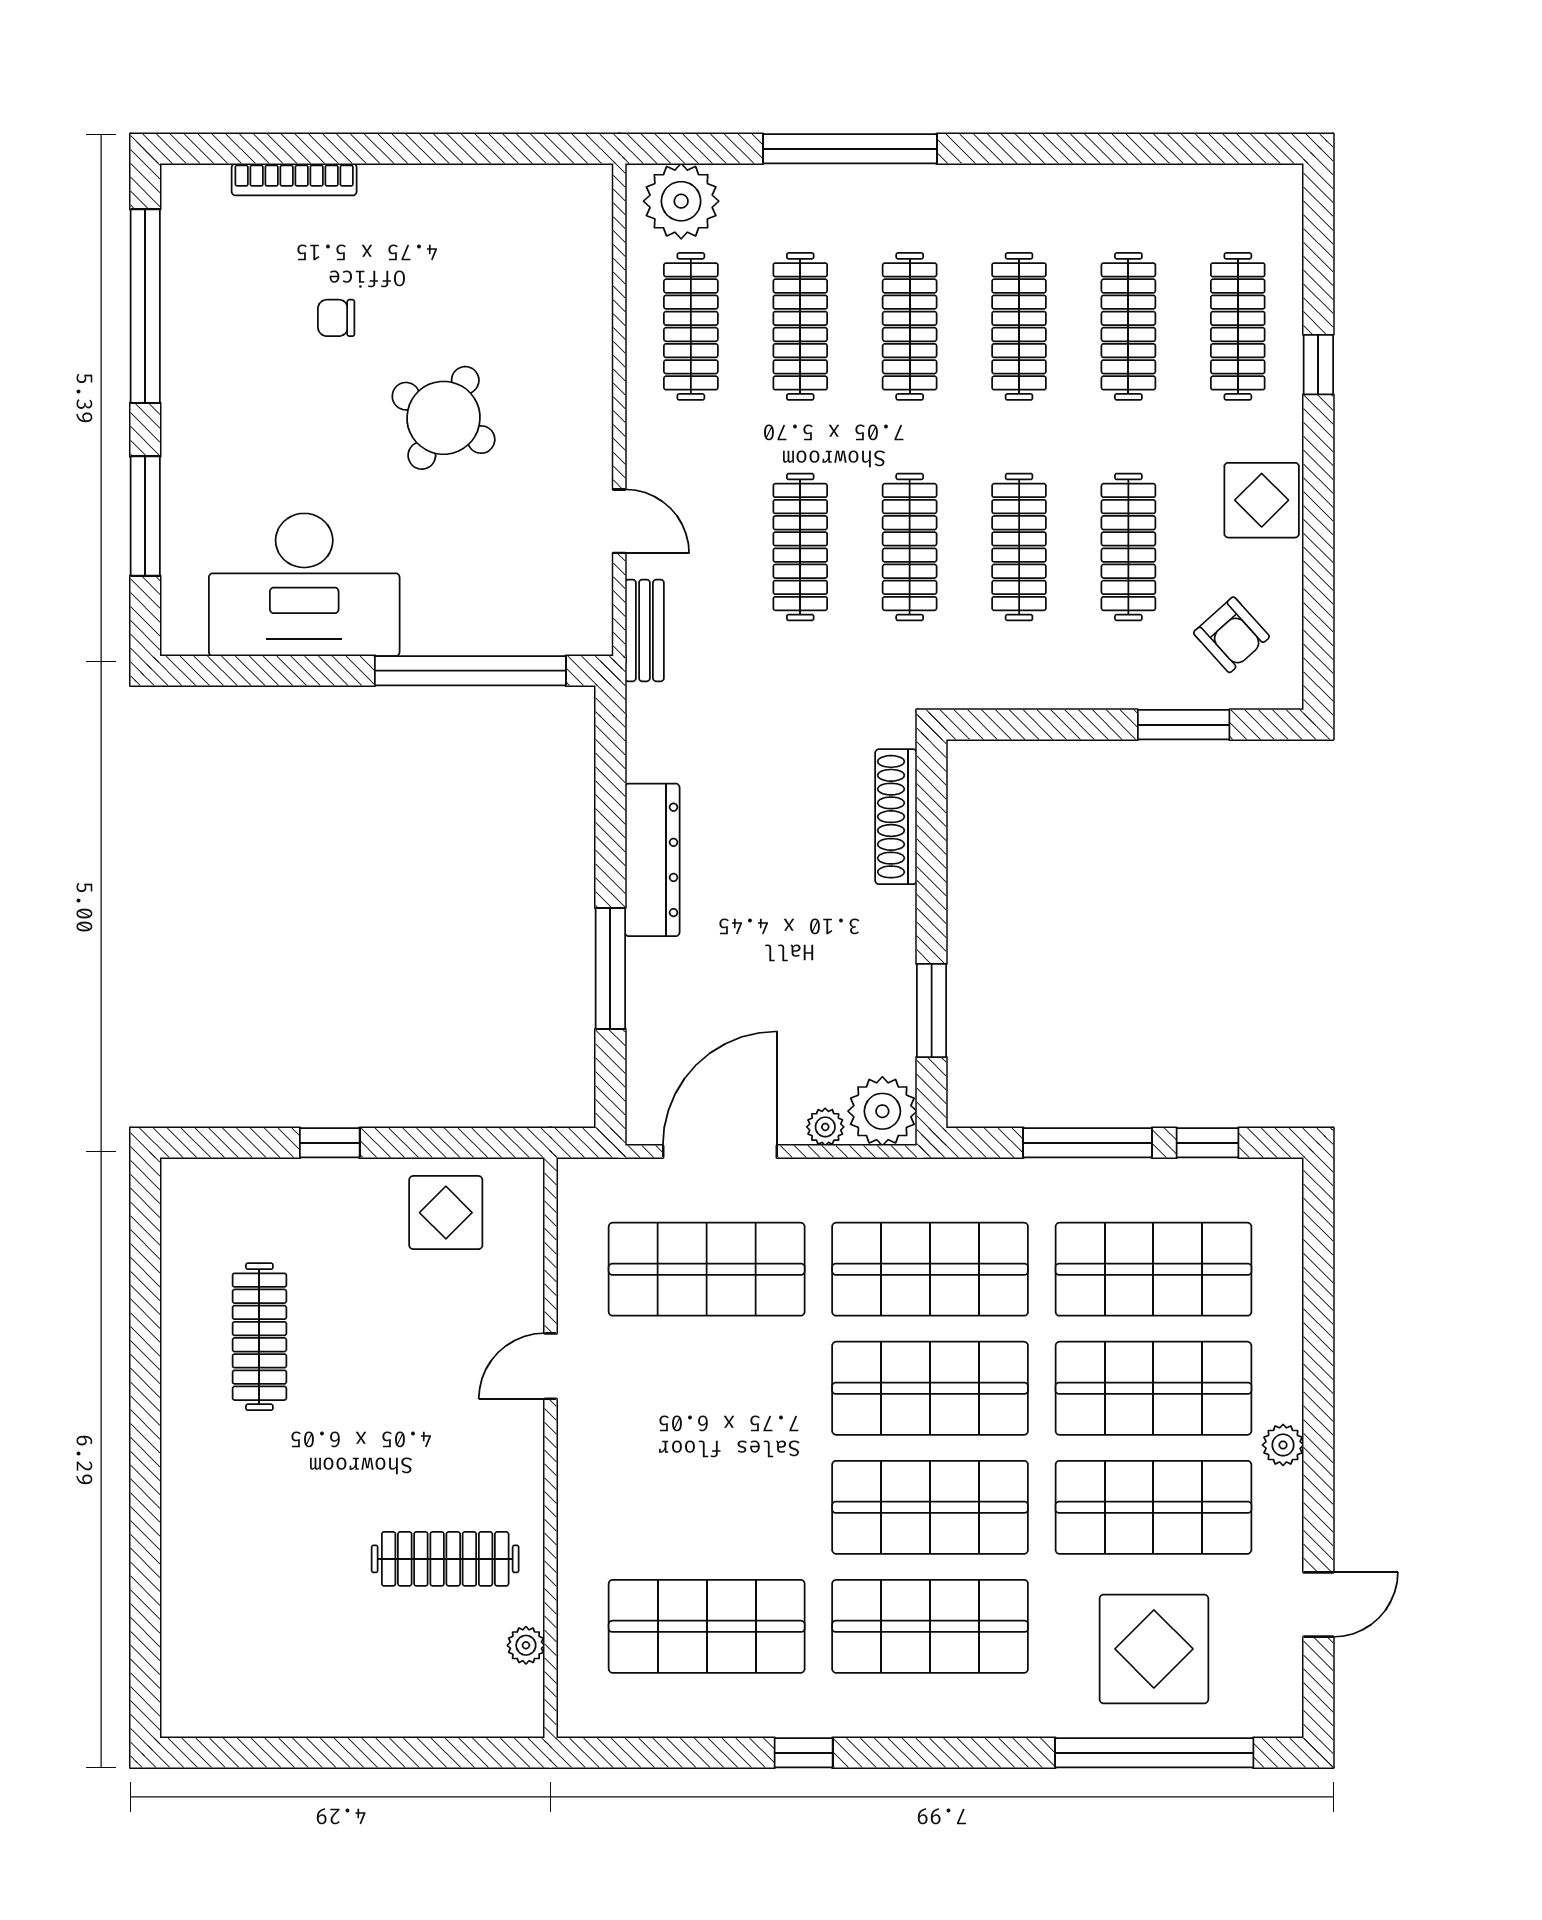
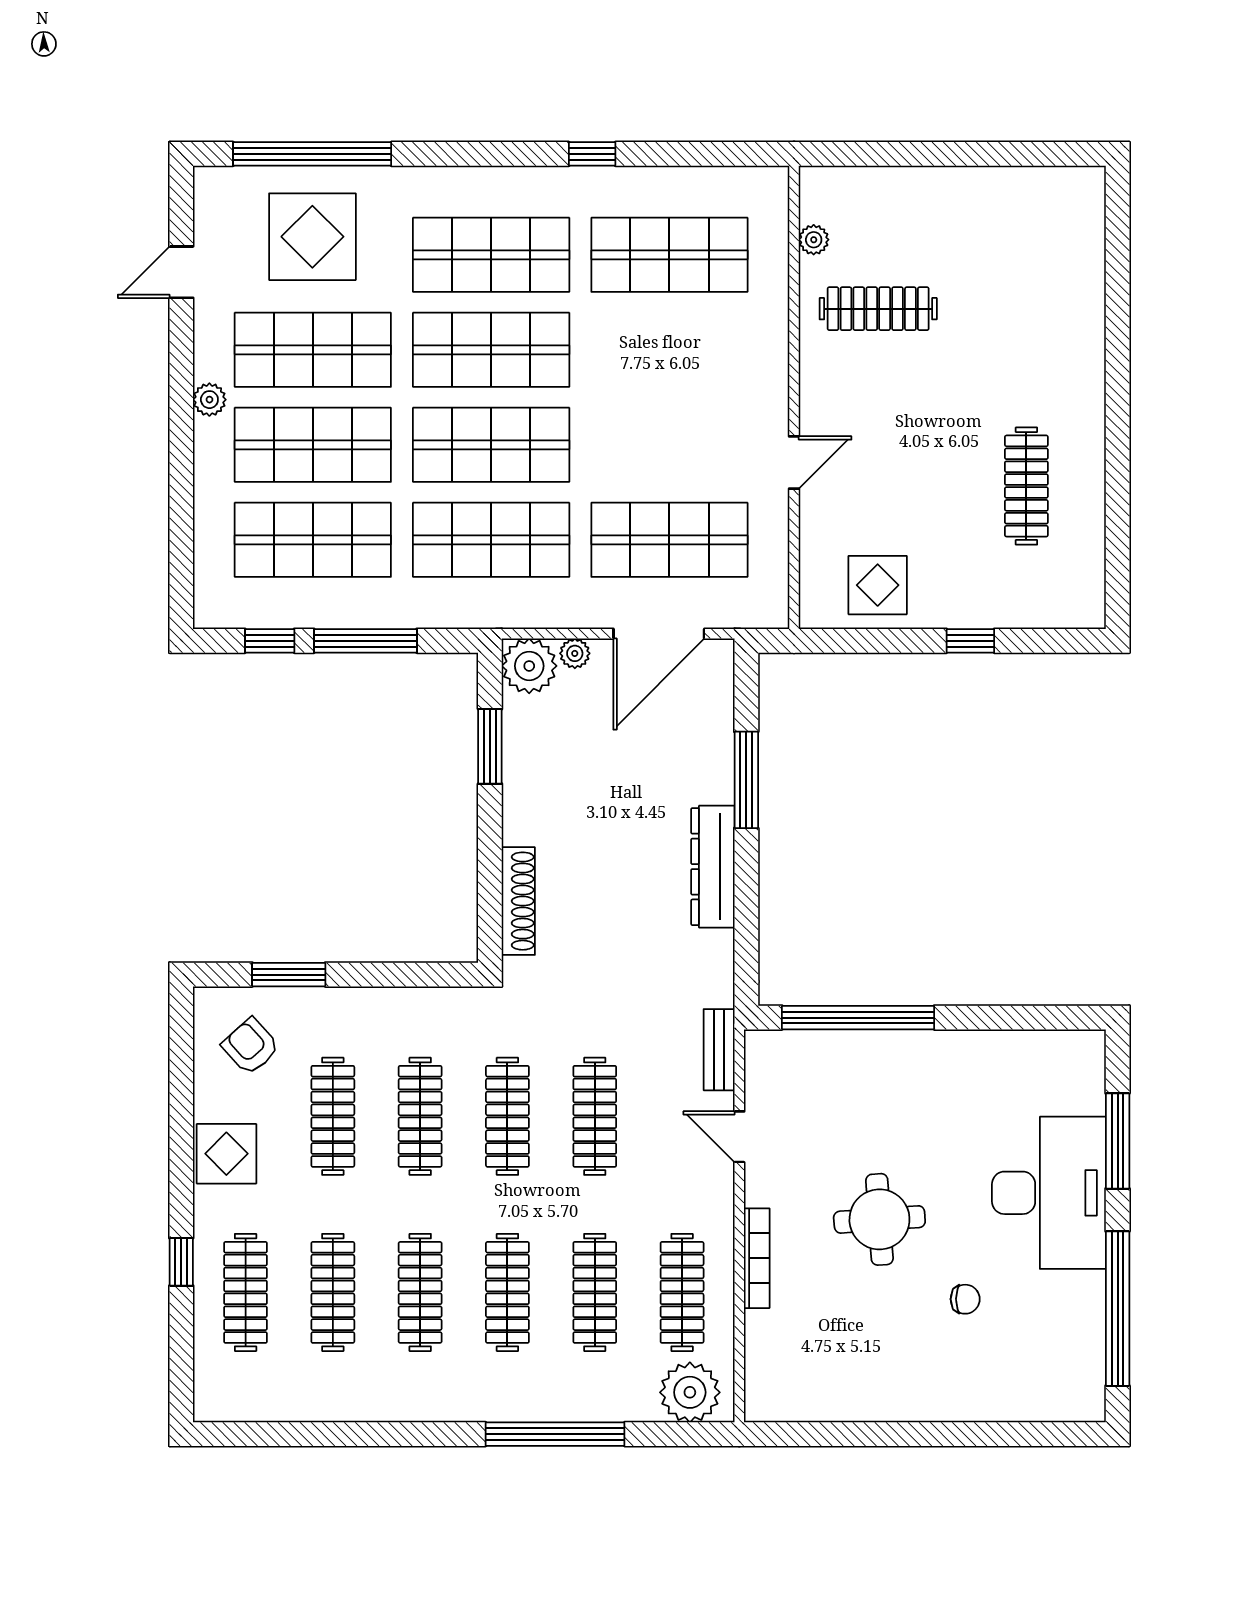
bookcase: (294, 179) -> (757, 1258), moved, turned 90
round table: (444, 418) -> (879, 1219), turned -34
desk: (304, 585) -> (1049, 1193), moved, turned 90

